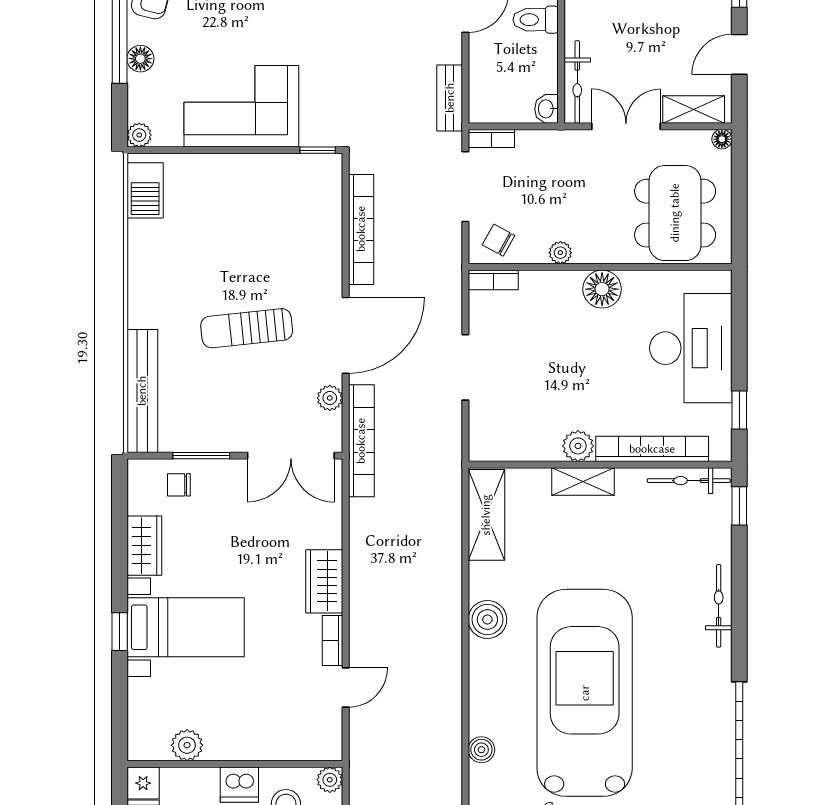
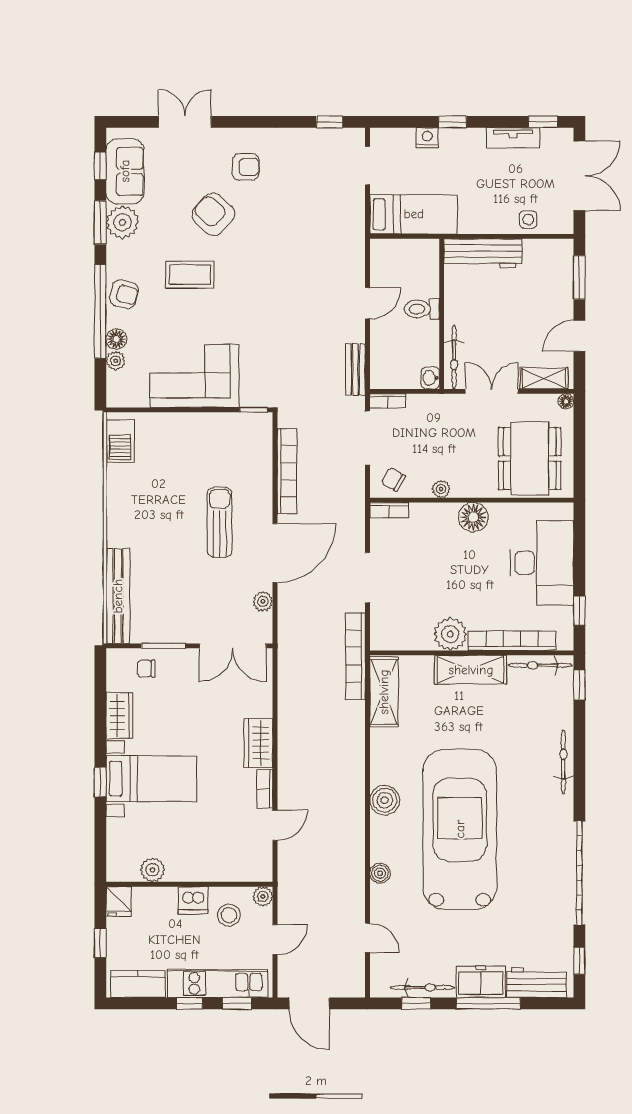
plant: (139, 135) -> (116, 361), moved
sun lounger: (247, 328) -> (220, 522), moved, turned 96
bookcase: (361, 441) -> (355, 656), moved, turned 180
plant: (578, 446) -> (450, 634), width x1.36, depth x1.36
shelving: (583, 482) -> (471, 670), width x1.50, depth x1.33
boiler: (487, 619) -> (385, 800), moved

